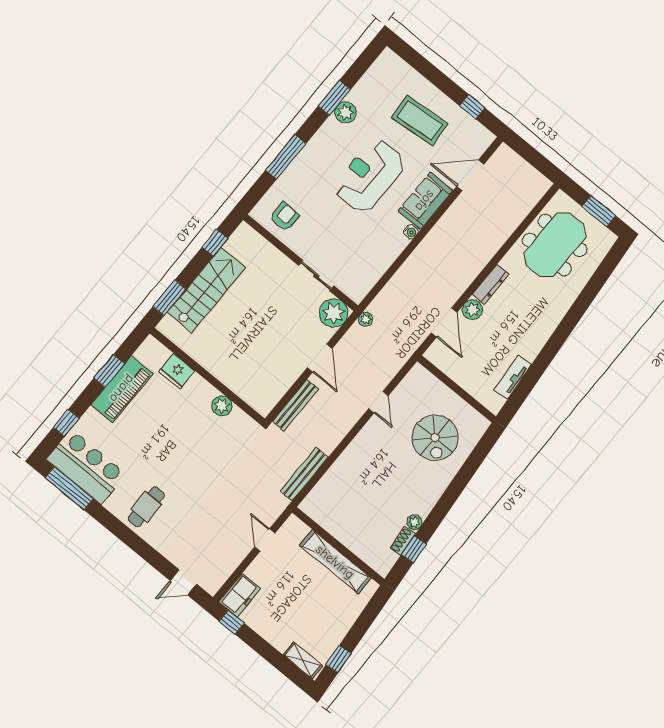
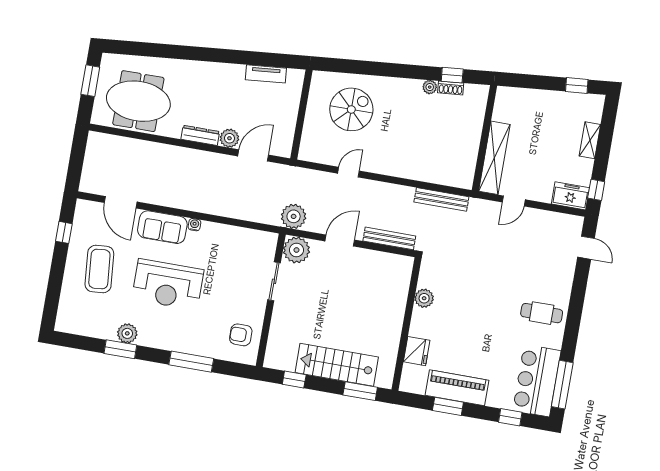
plant: (366, 319) -> (294, 216), width x1.88, depth x1.88
shelving: (335, 562) -> (494, 158), moved
shelving: (303, 660) -> (590, 140), moved

